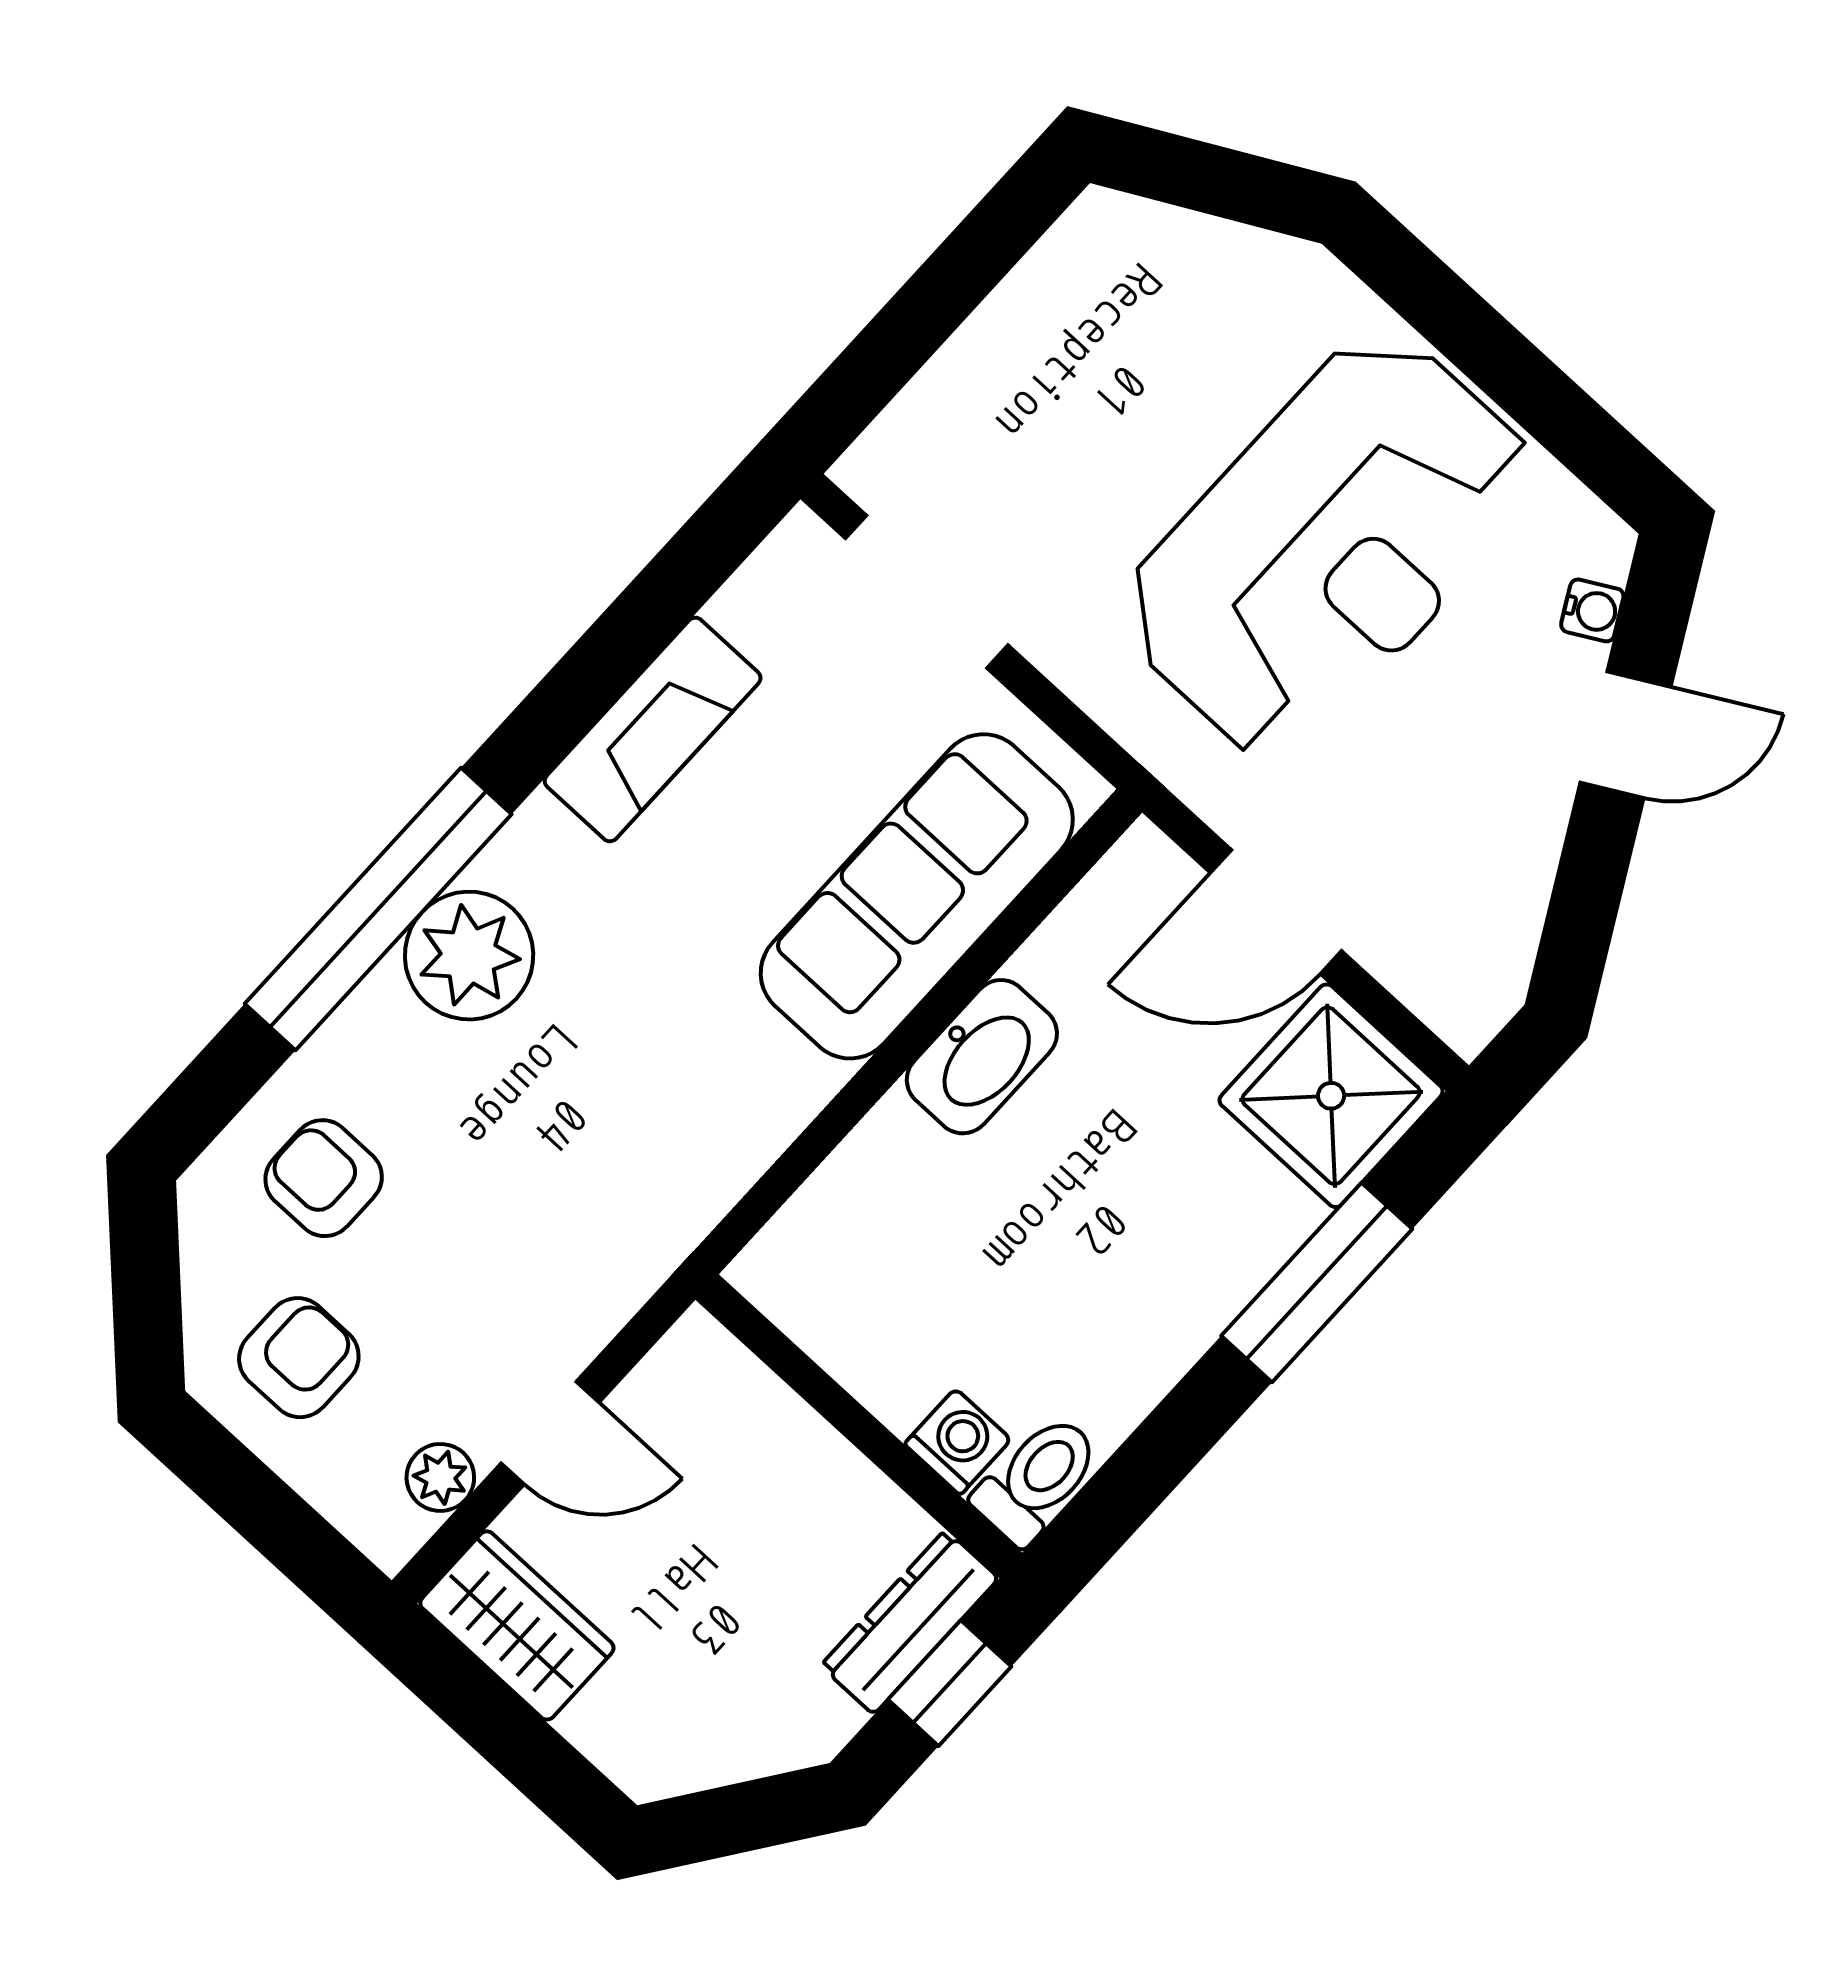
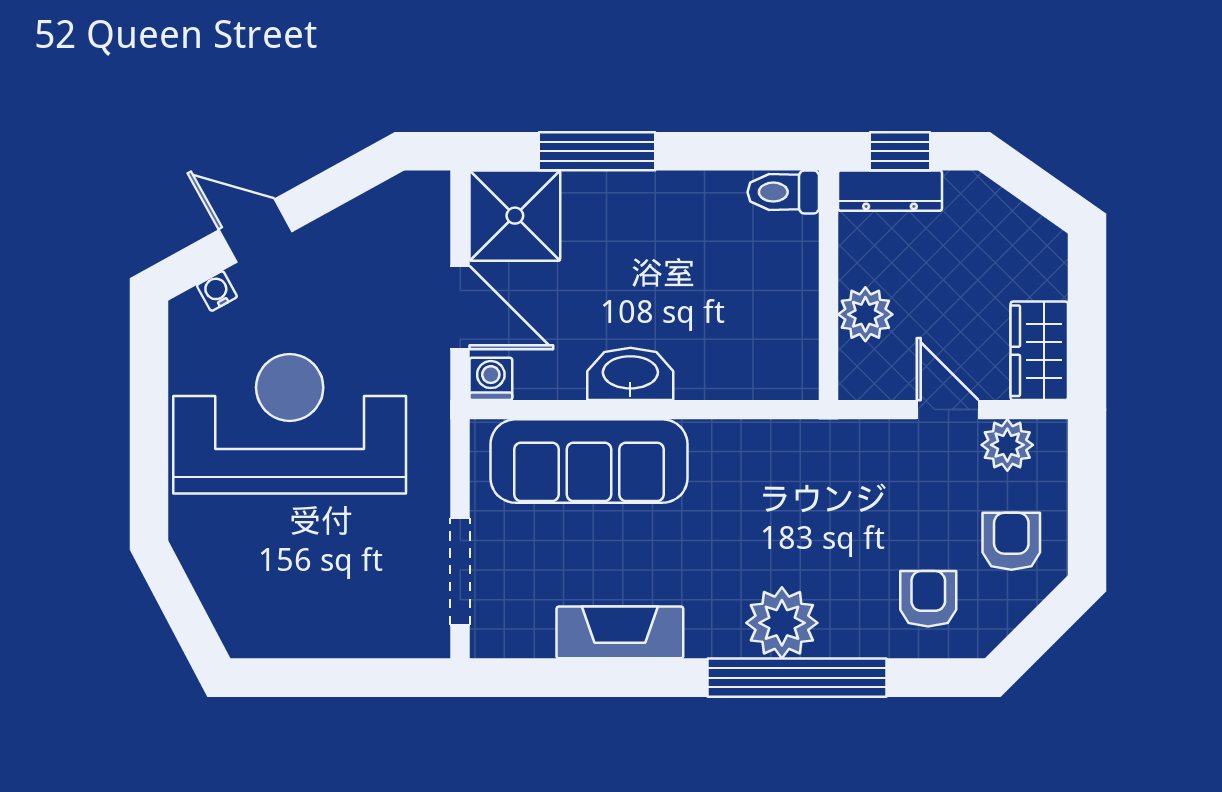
armchair: (324, 1178) -> (928, 599), turned 180
armchair: (299, 1358) -> (1011, 541), turned 90
plant: (776, 1440) -> (865, 314), added
washing machine: (958, 1442) -> (491, 379), moved, turned 90
plant: (440, 1477) -> (1007, 445), width x1.38, depth x1.38

